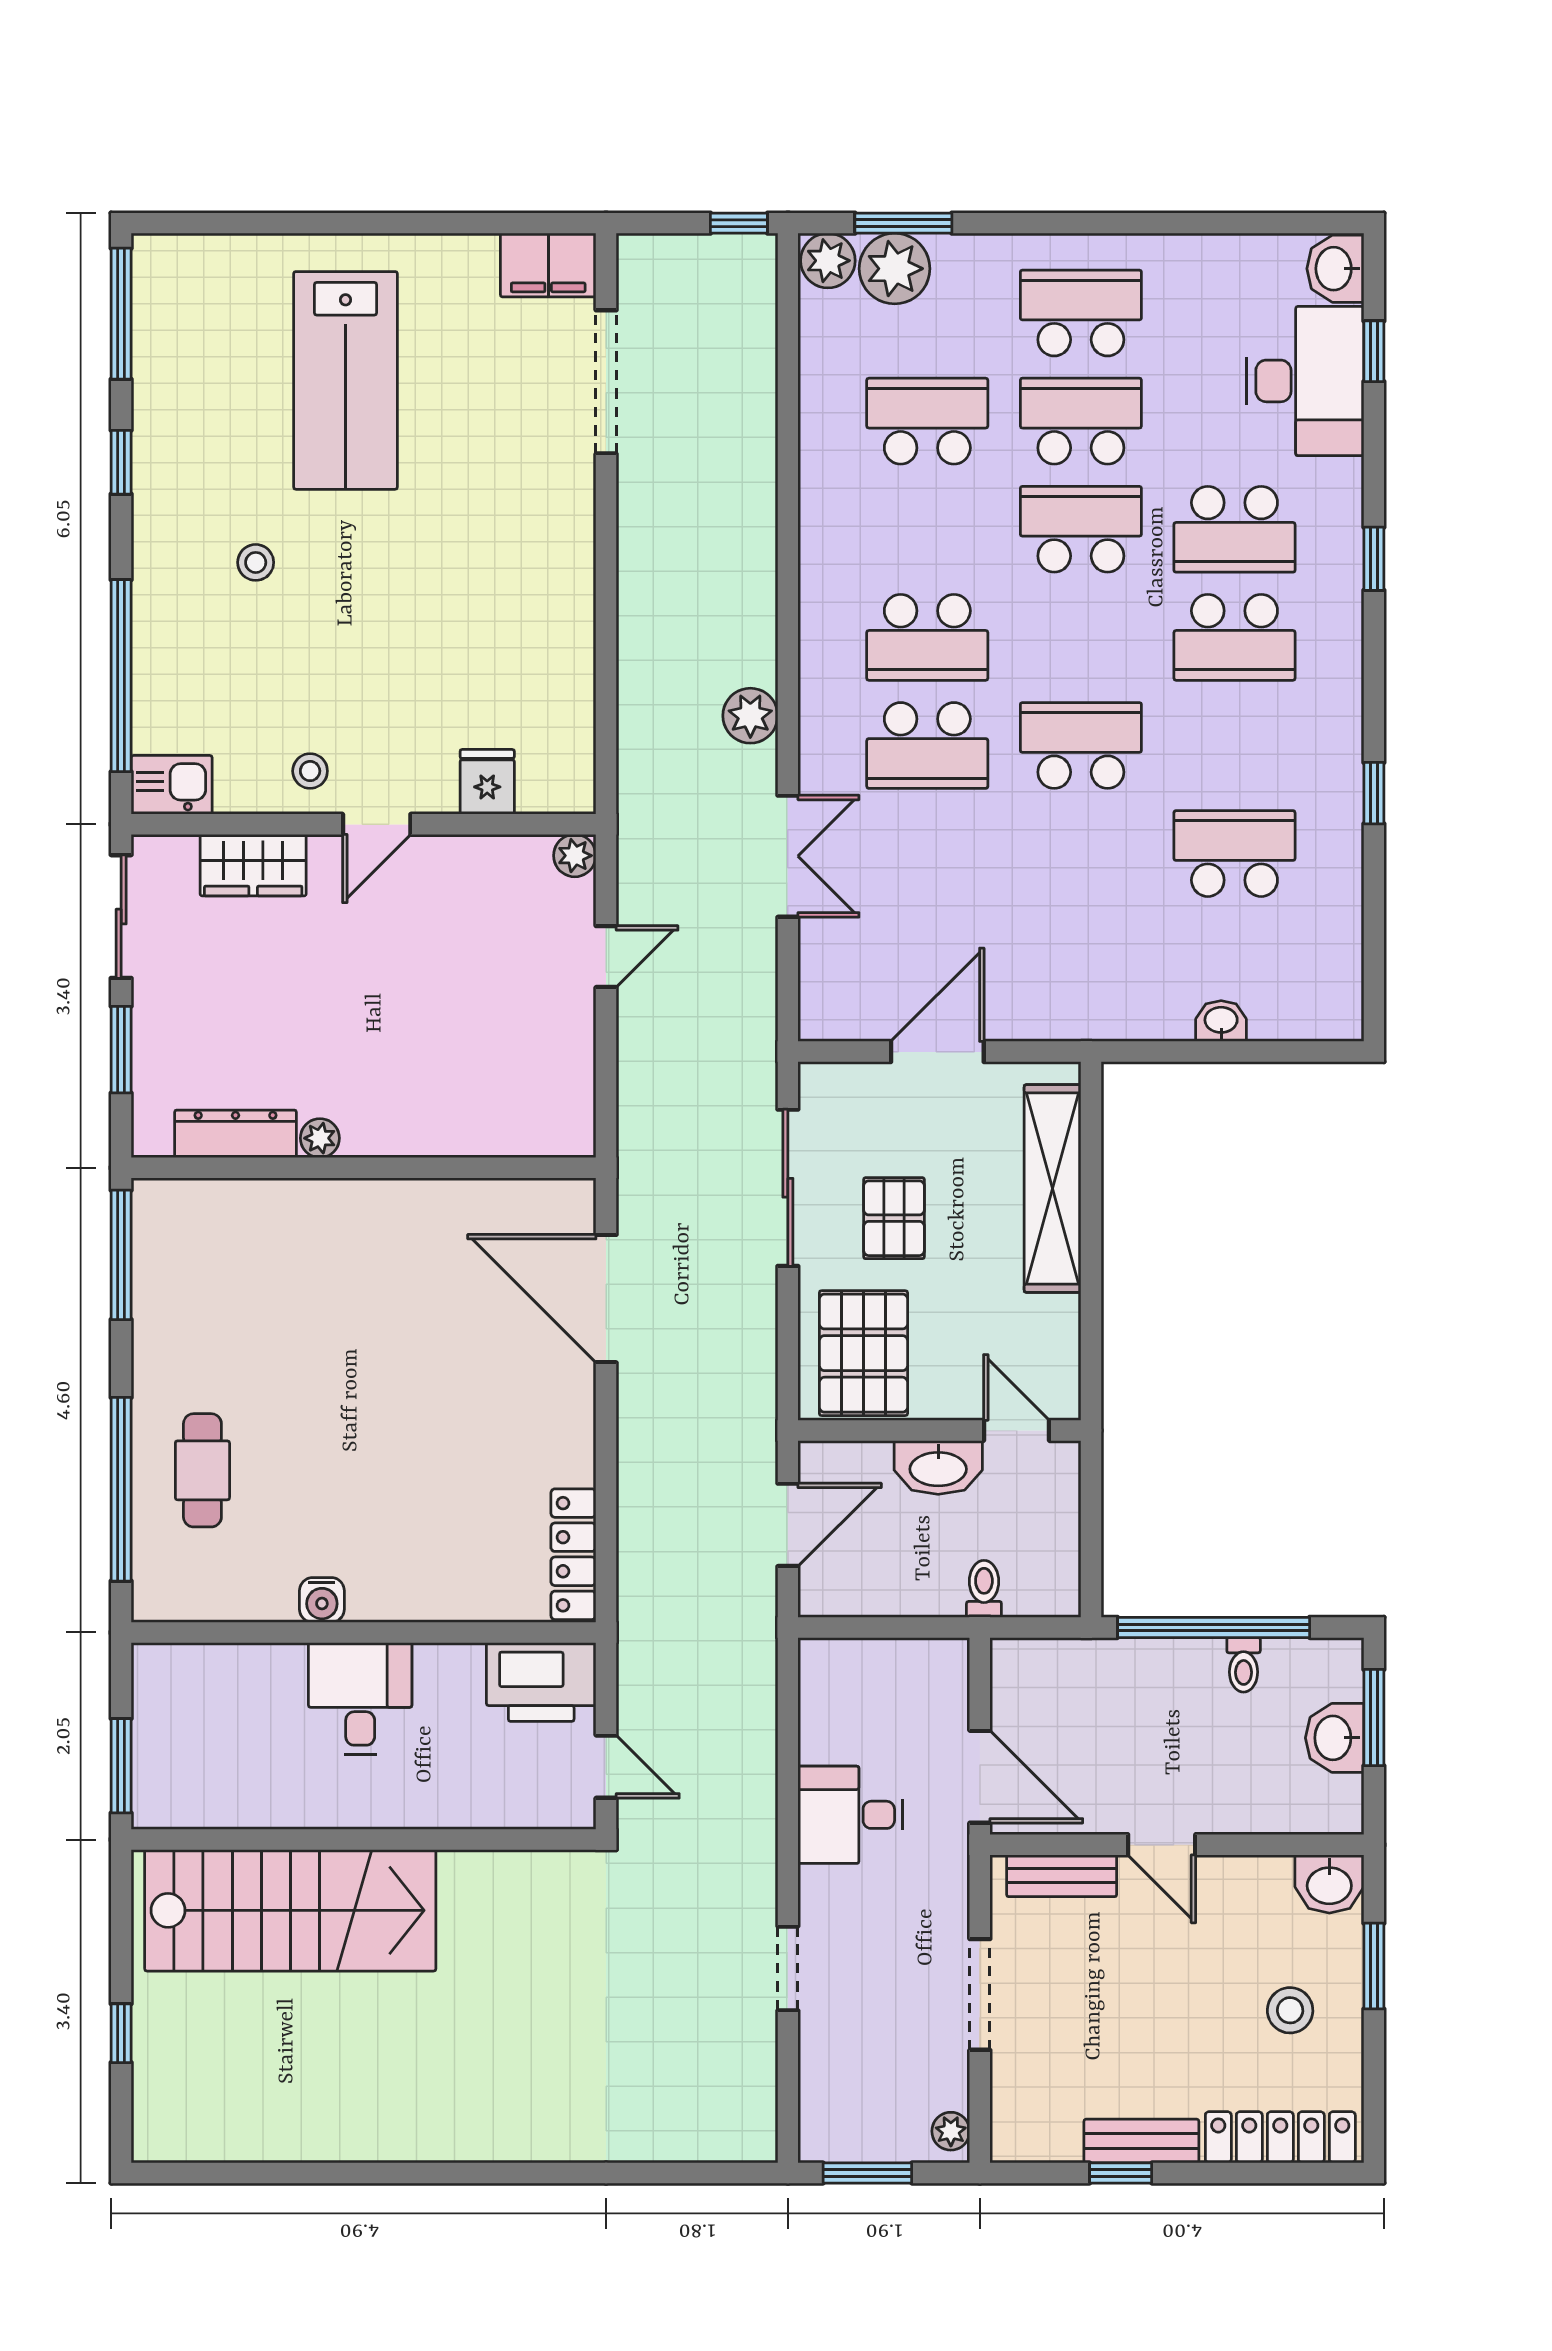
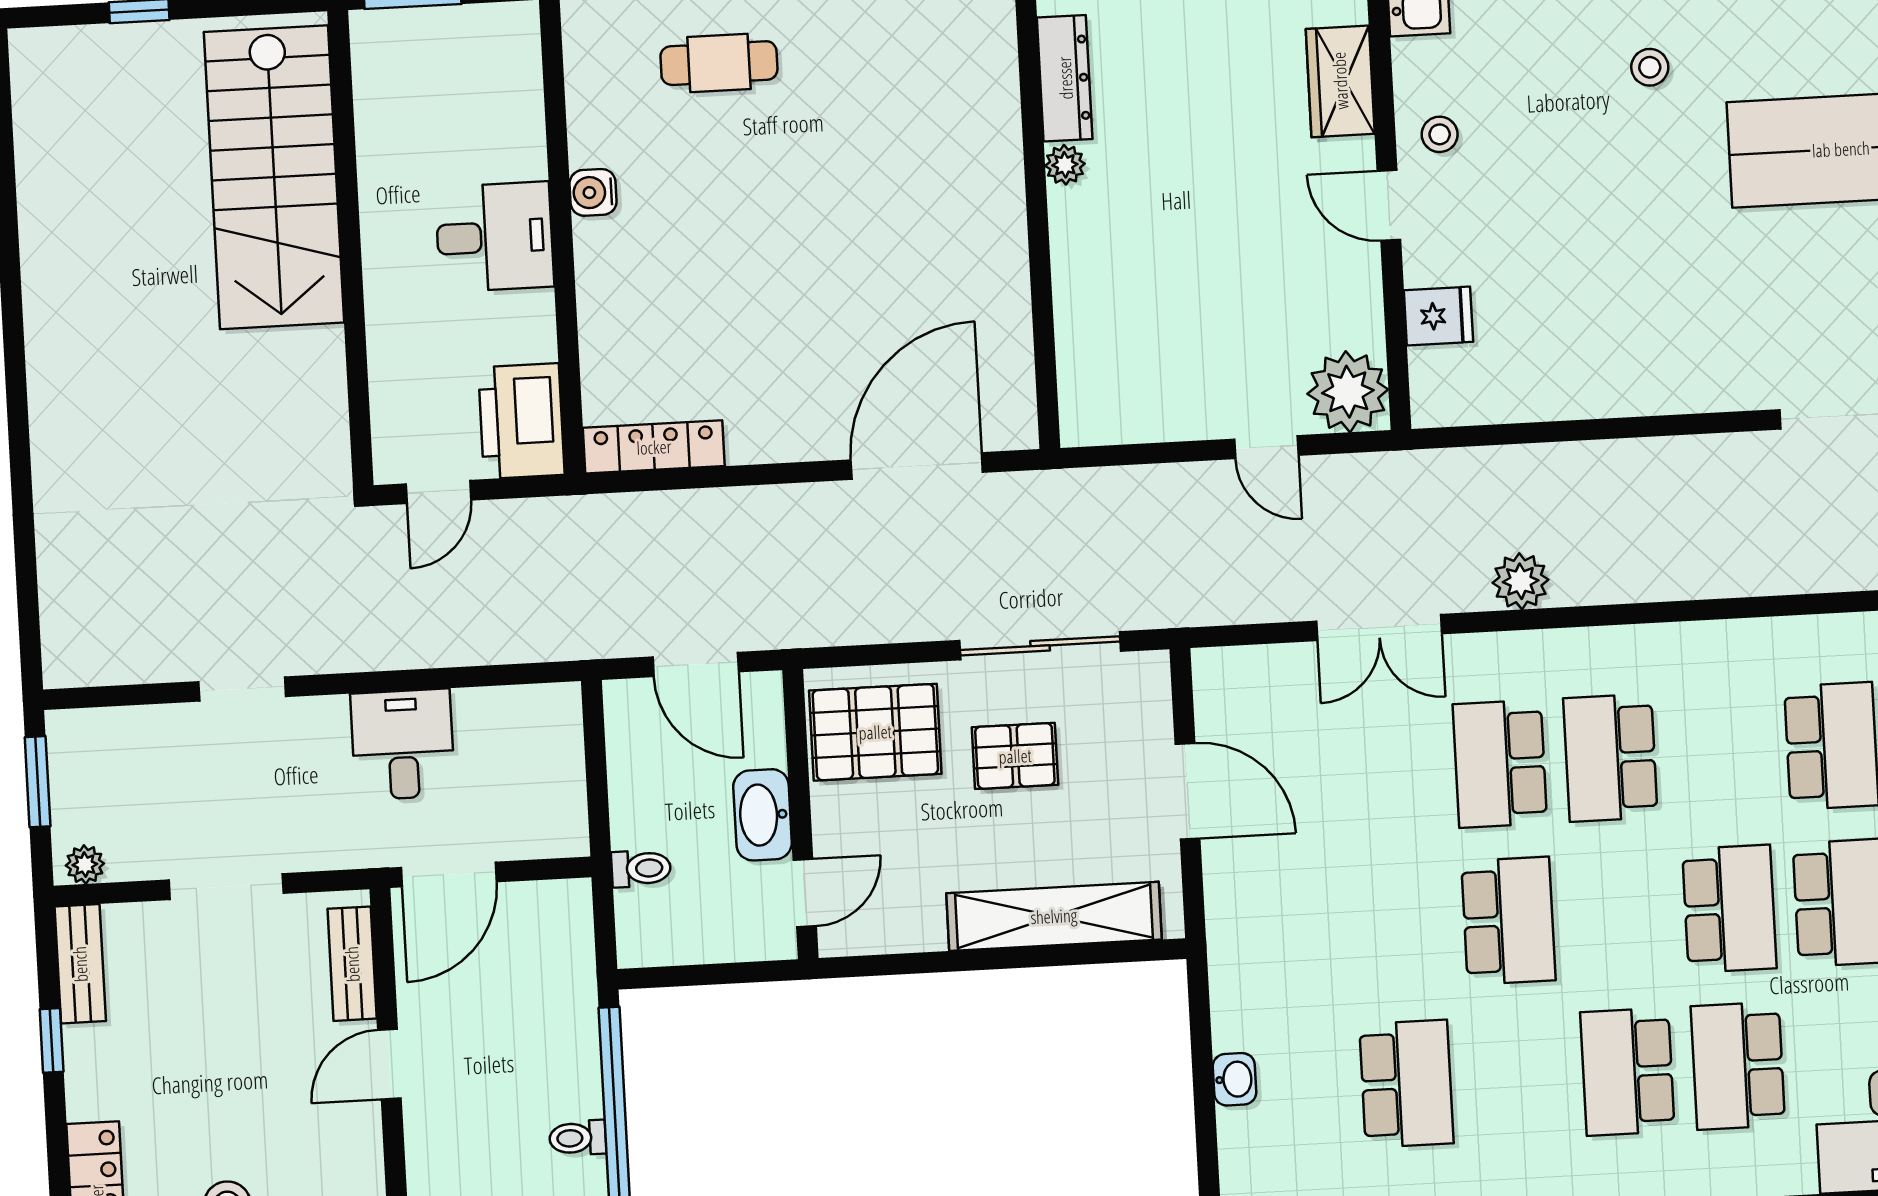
plant: (575, 856) -> (1348, 392), width x1.88, depth x1.88
bench: (1141, 2141) -> (80, 964), moved

